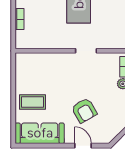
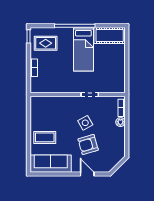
side table: (81, 85) -> (85, 123), added
armchair: (84, 110) -> (88, 144), turned 104

